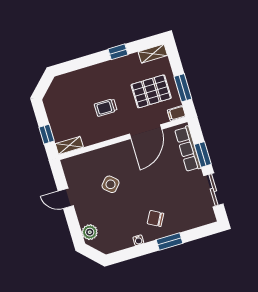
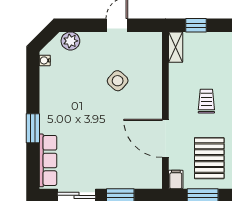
row of seats: (188, 149) -> (48, 160), moved, turned 90
chair: (155, 218) -> (64, 120), removed
water cooler: (138, 240) -> (45, 60), moved

